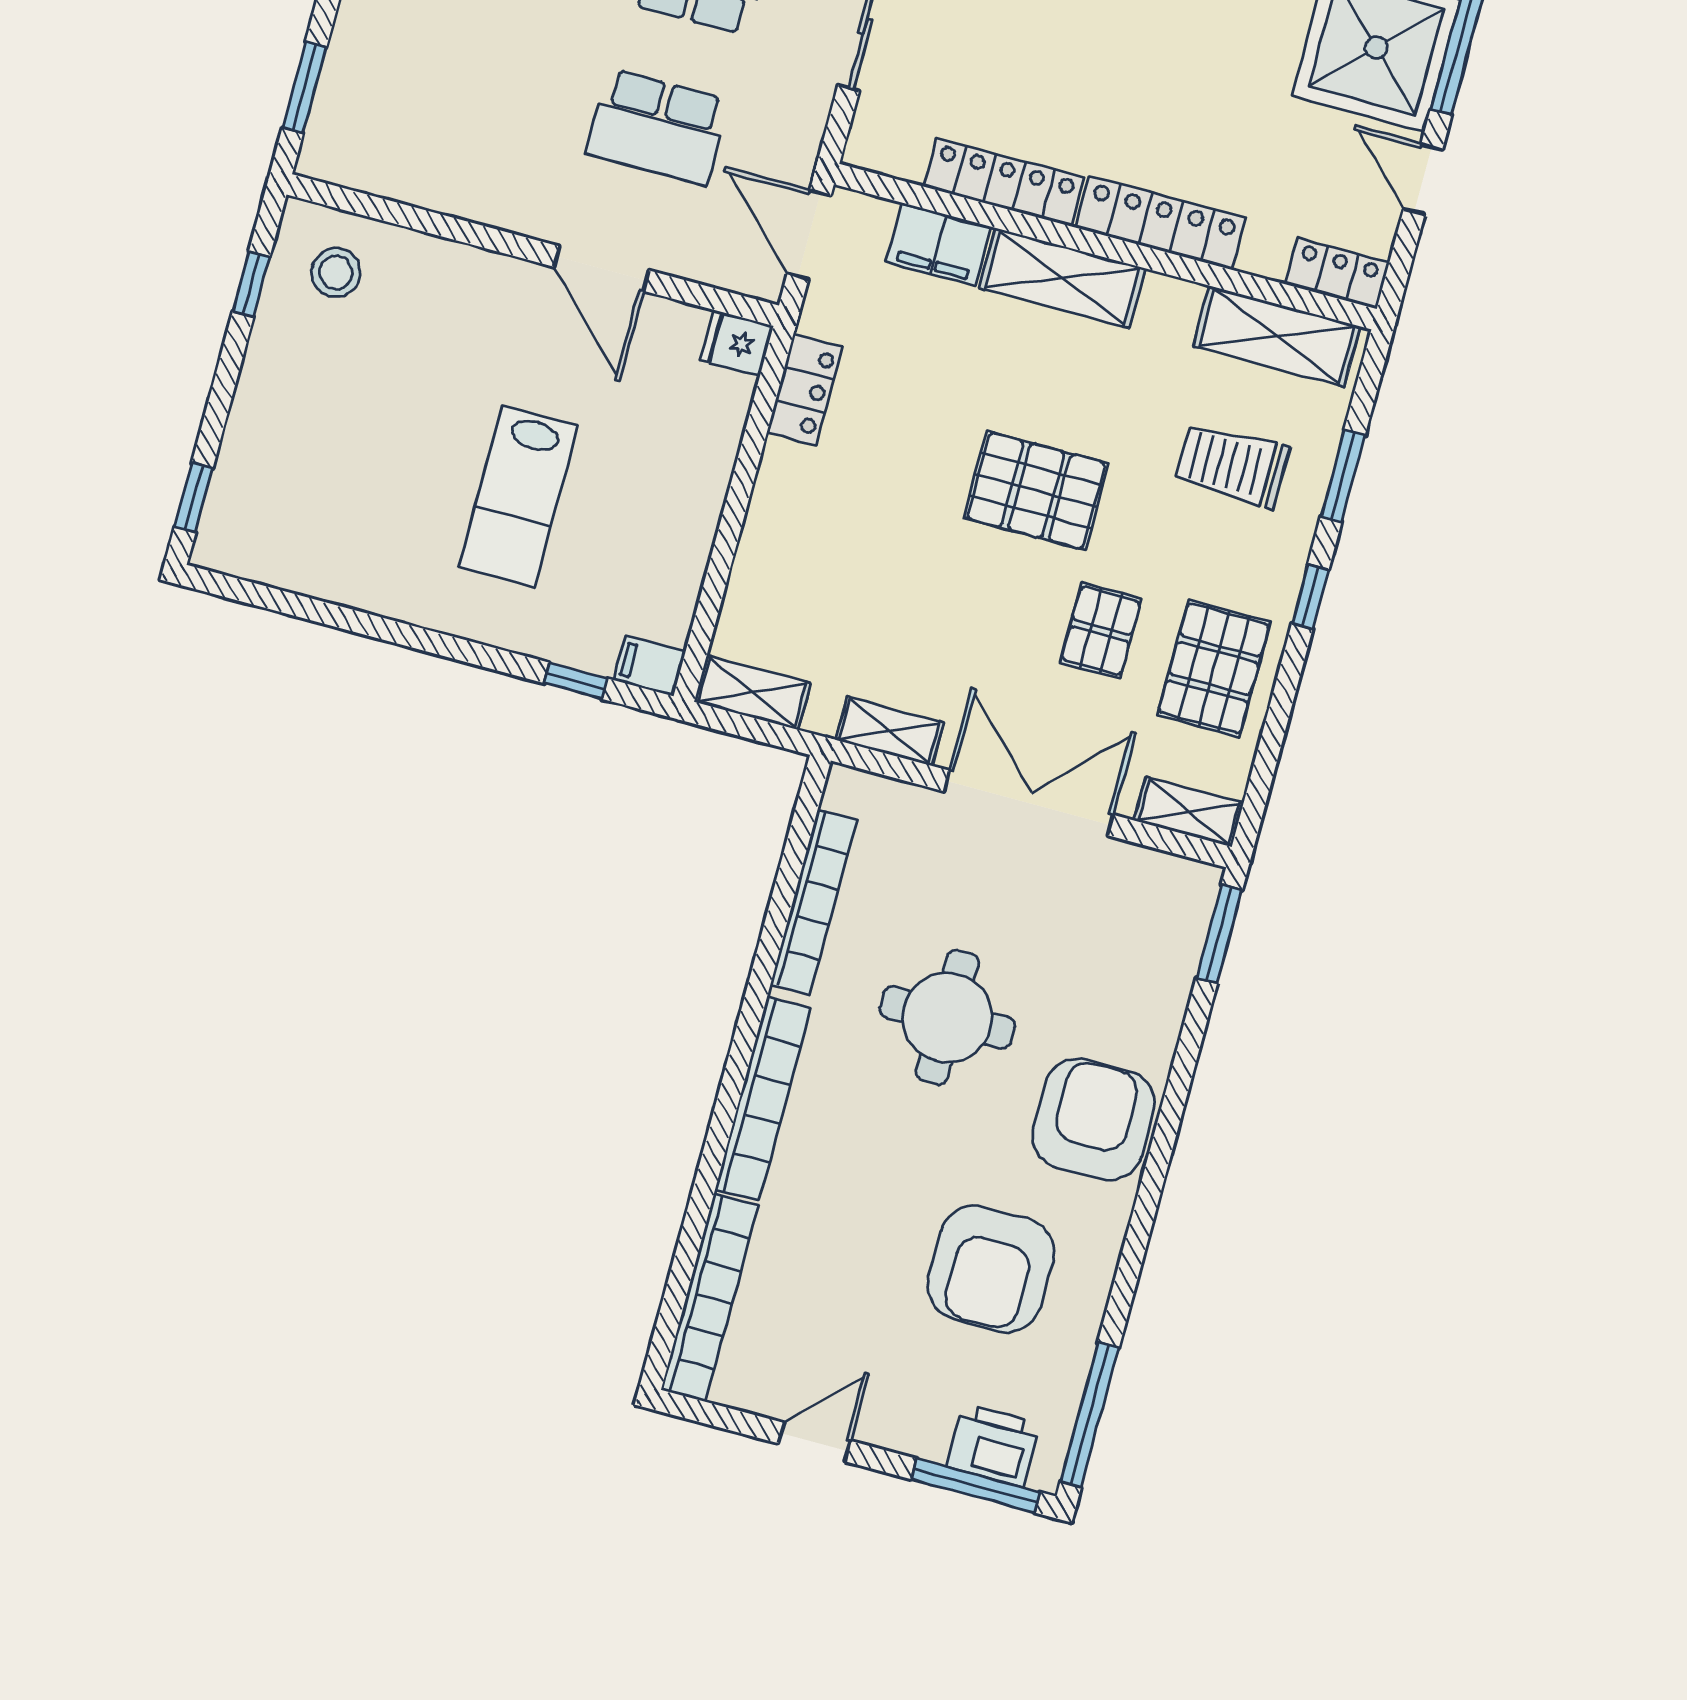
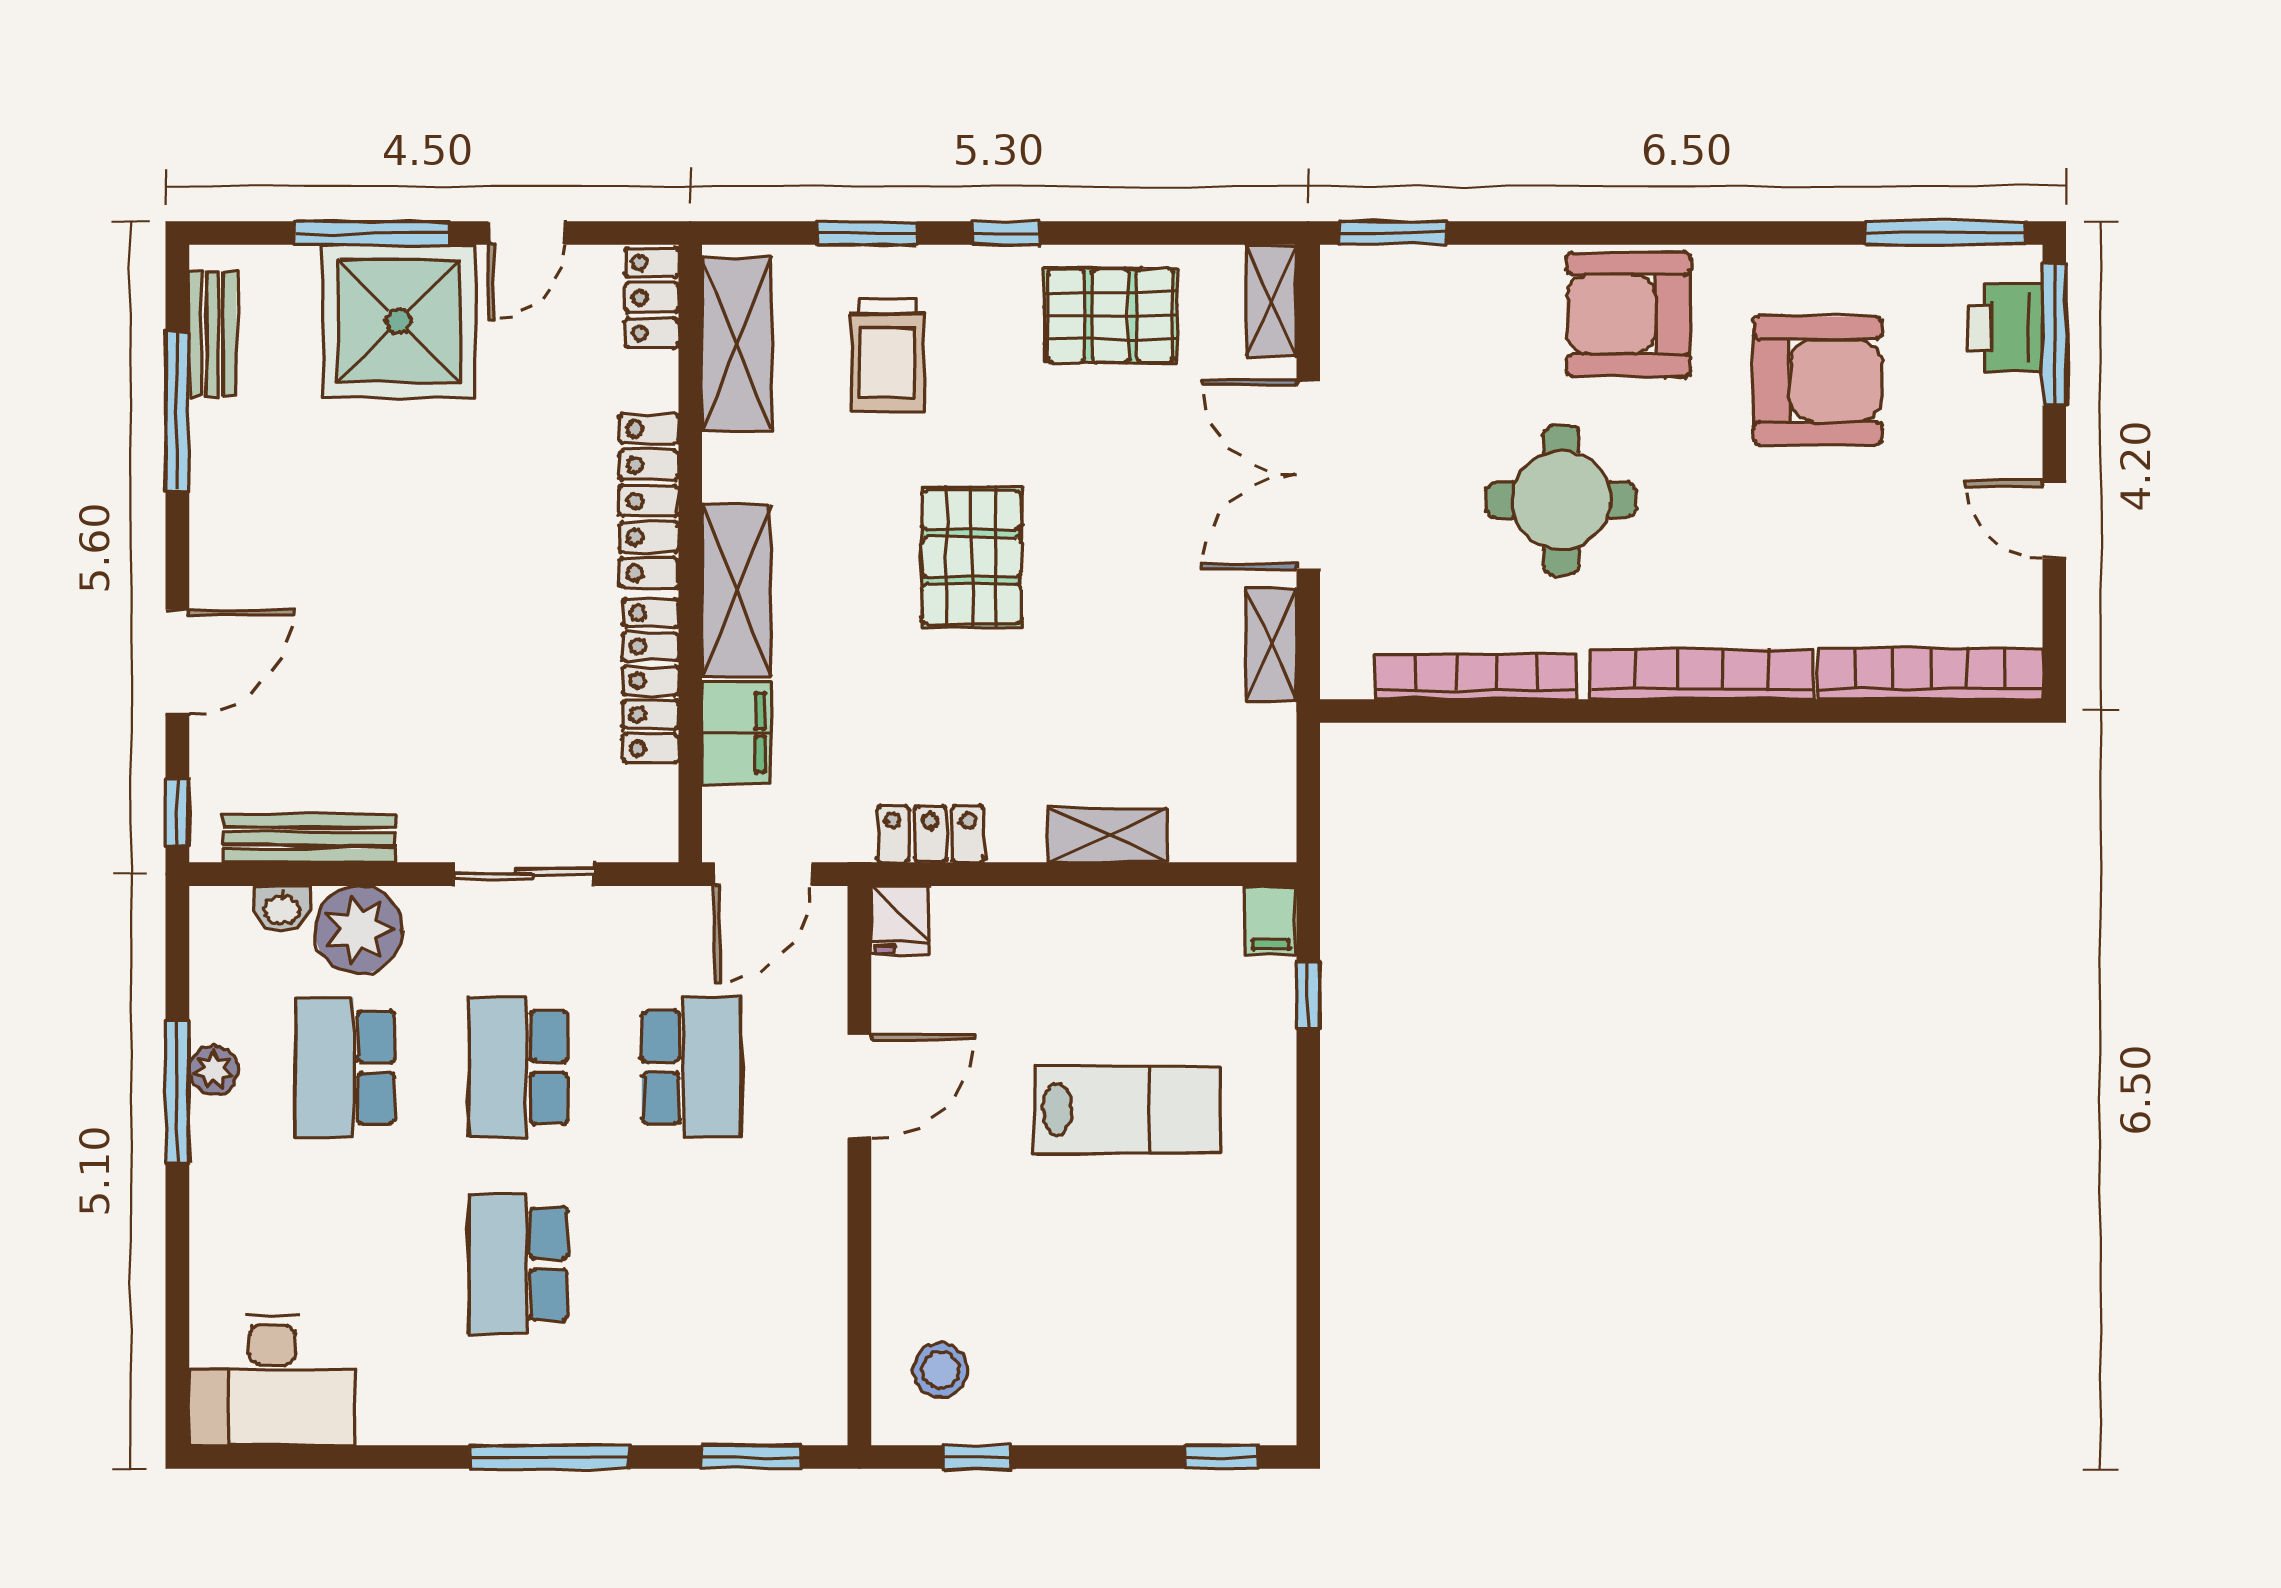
pallet: (1101, 631) -> (1103, 447), removed
shelving: (752, 692) -> (1108, 836), moved, turned 90

